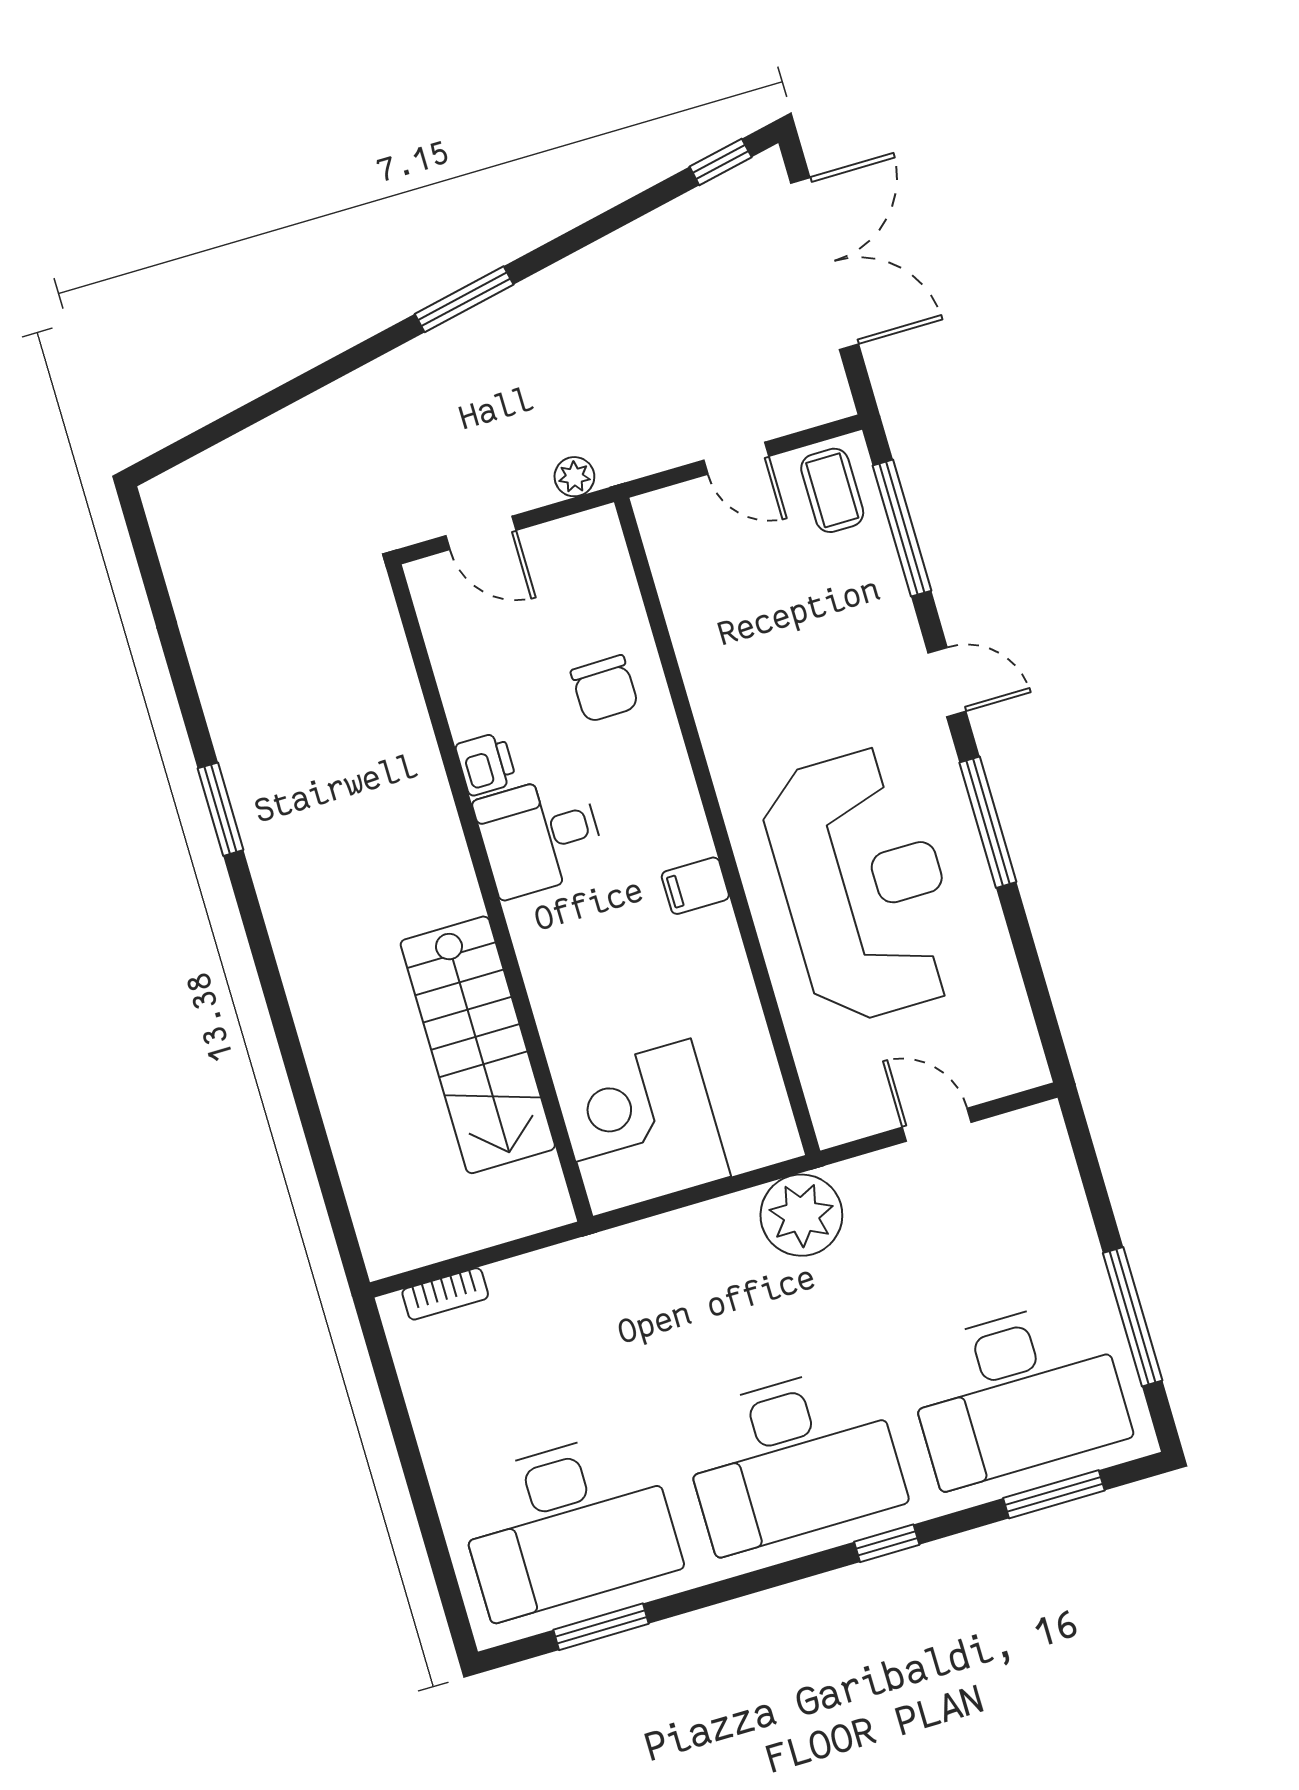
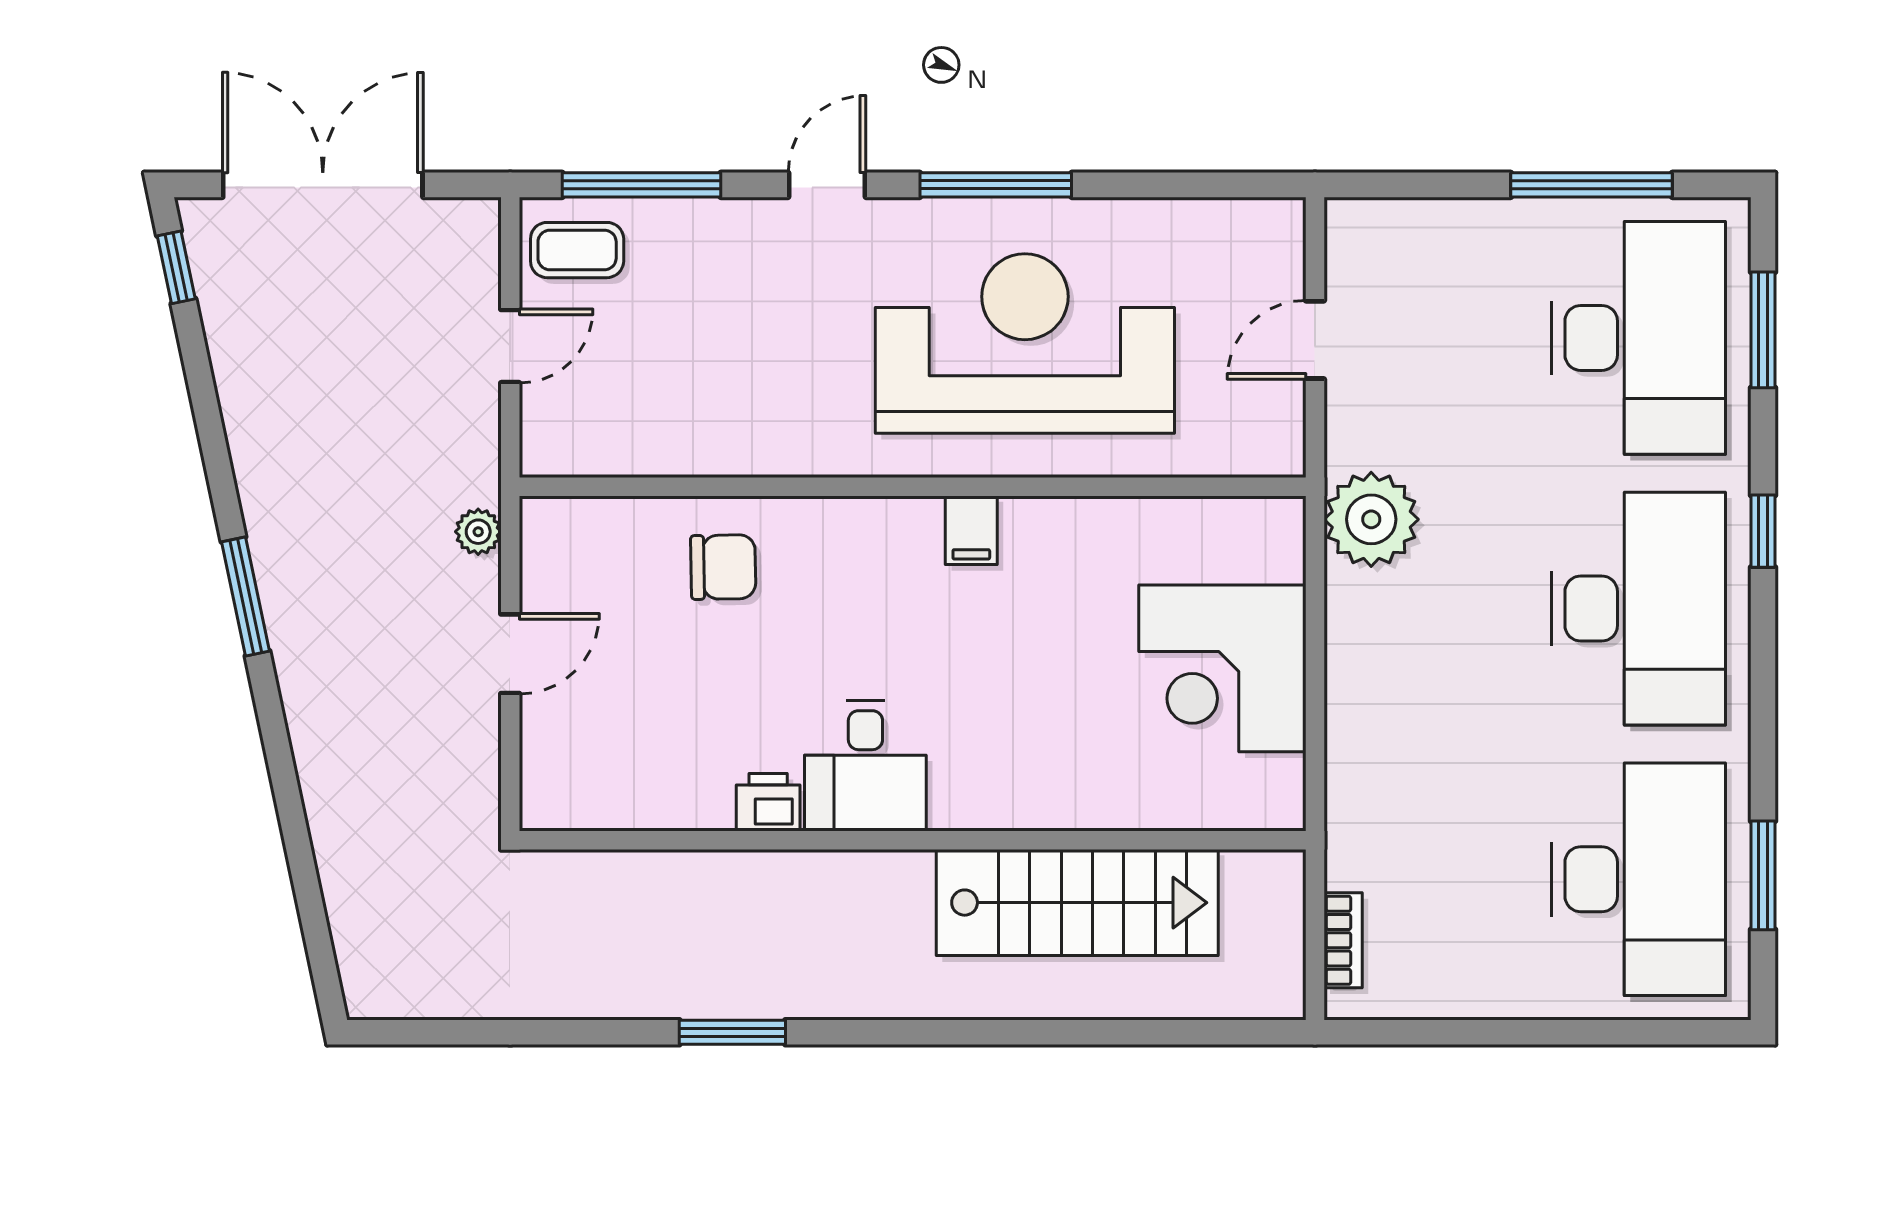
printer: (486, 764) -> (768, 802), moved
desk: (540, 836) -> (865, 766), moved
wall: (489, 893) -> (913, 840), moved
stairs: (478, 1045) -> (1077, 903), moved

